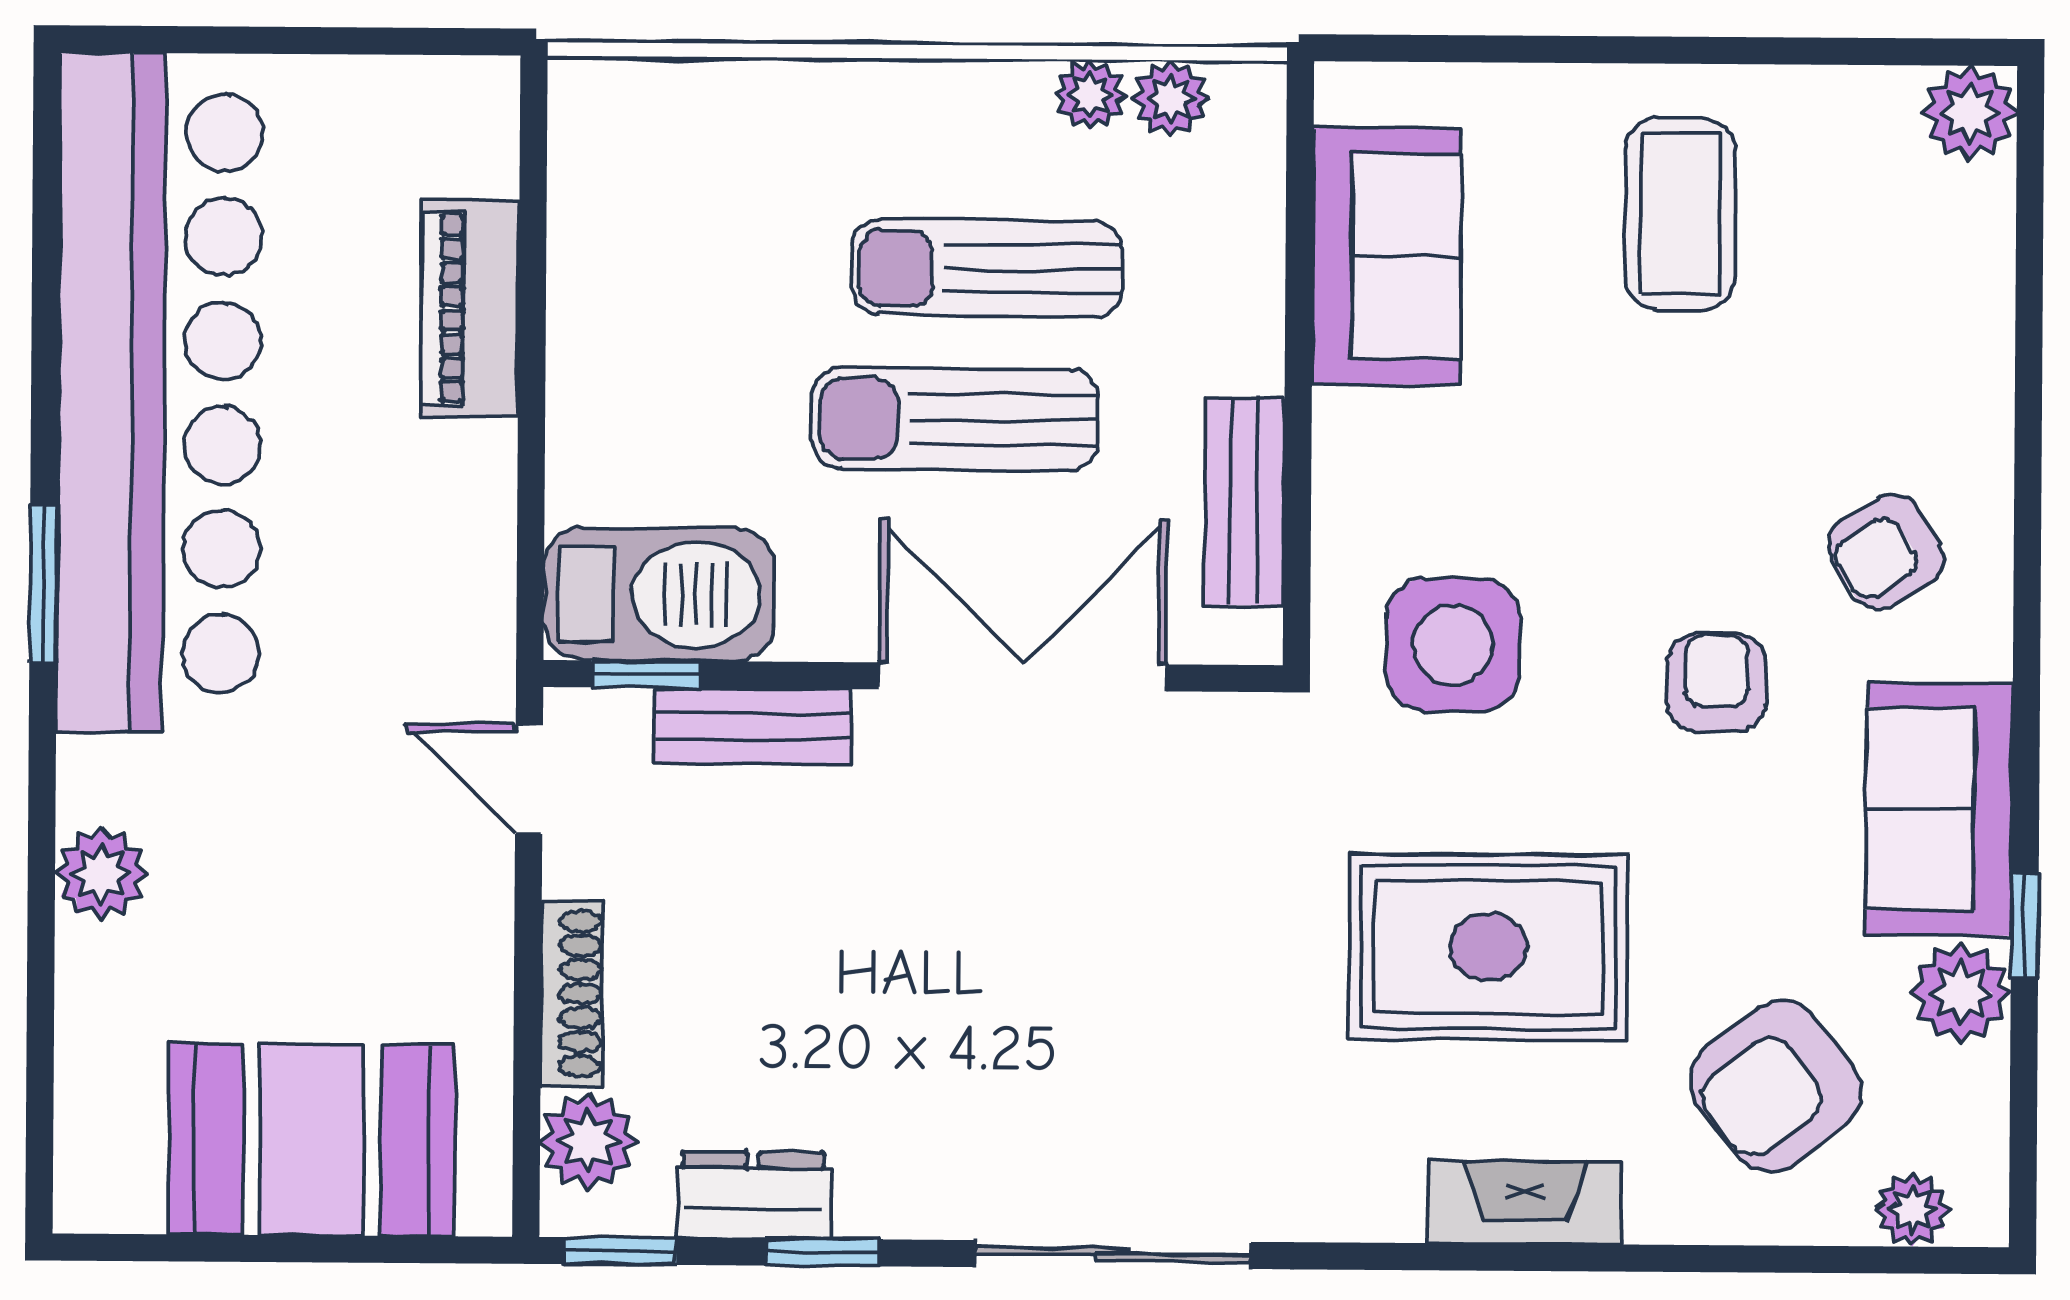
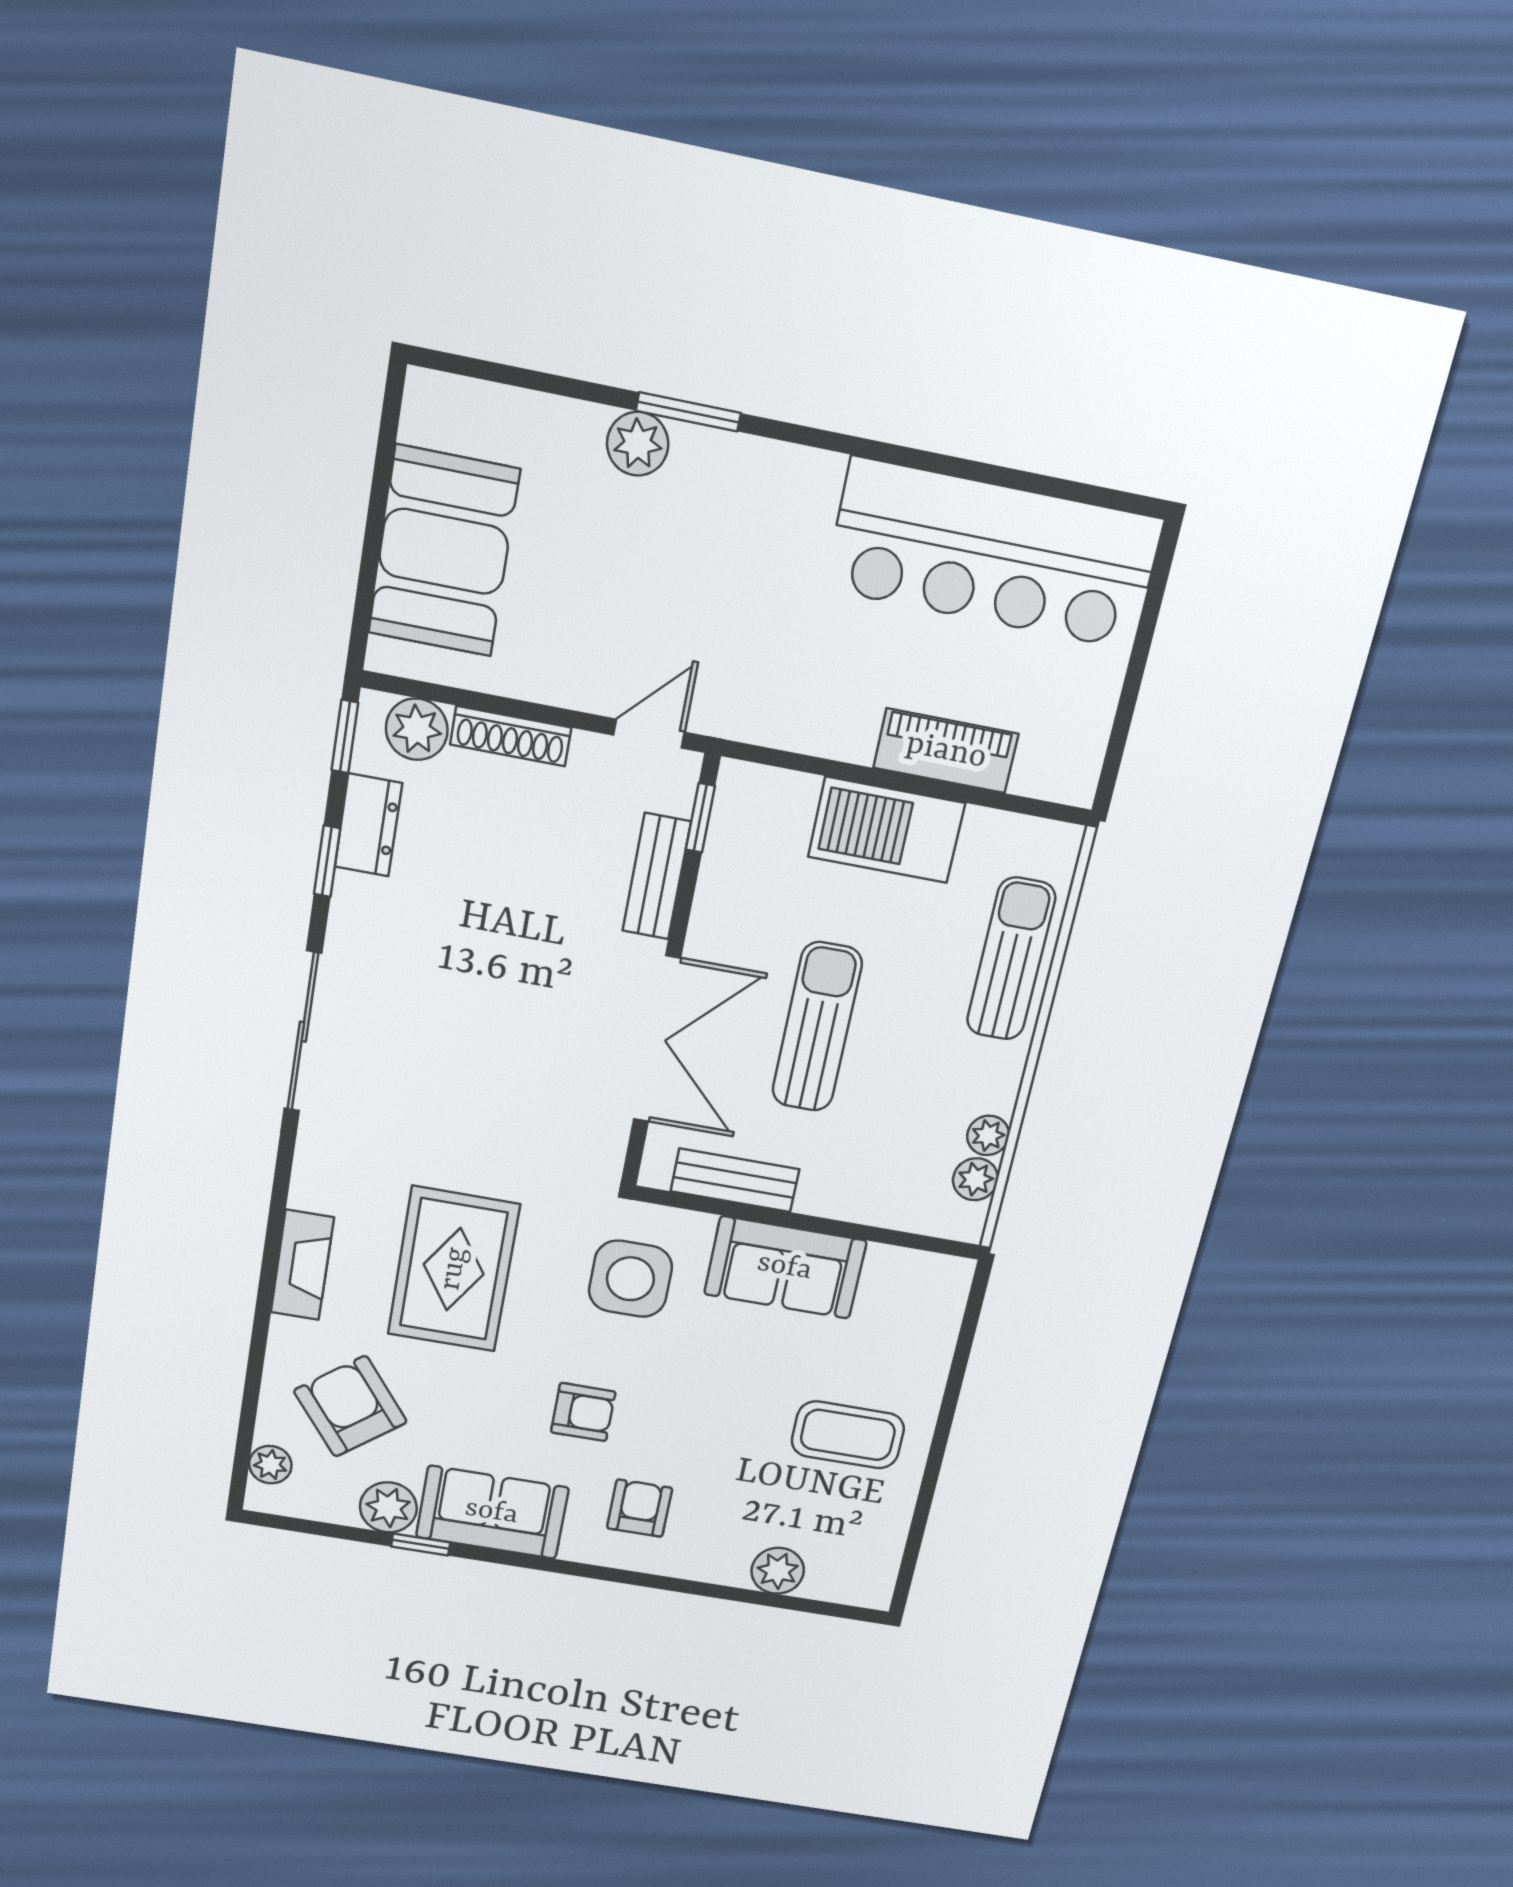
plant: (1970, 113) -> (778, 1571), moved
sofa: (1387, 256) -> (785, 1267), moved
sun lounger: (987, 268) -> (1011, 959), moved
bar counter: (160, 393) -> (994, 554), width x0.73
armchair: (1886, 552) -> (640, 1508), turned 32
window: (43, 584) -> (688, 412), moved
barbecue: (659, 594) -> (886, 830), moved, turned 90

